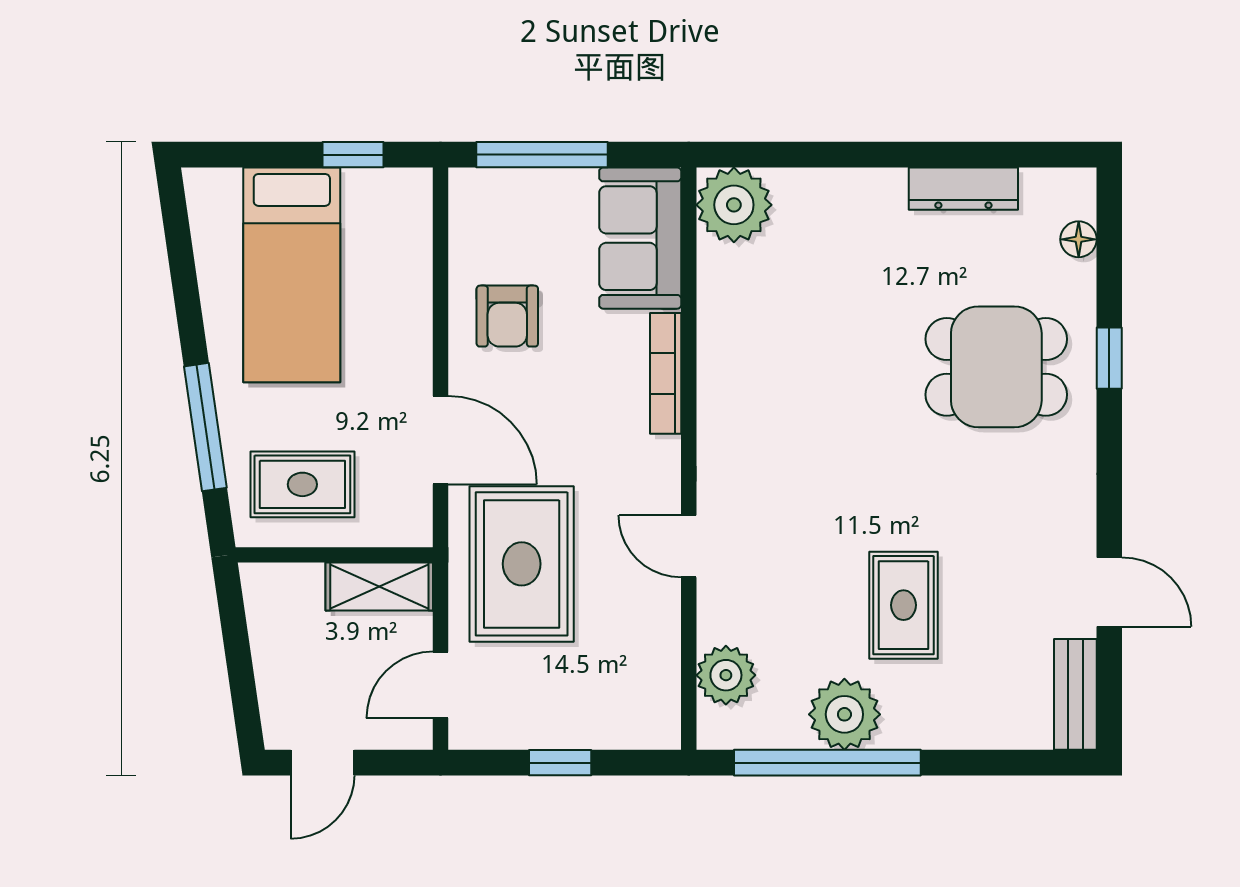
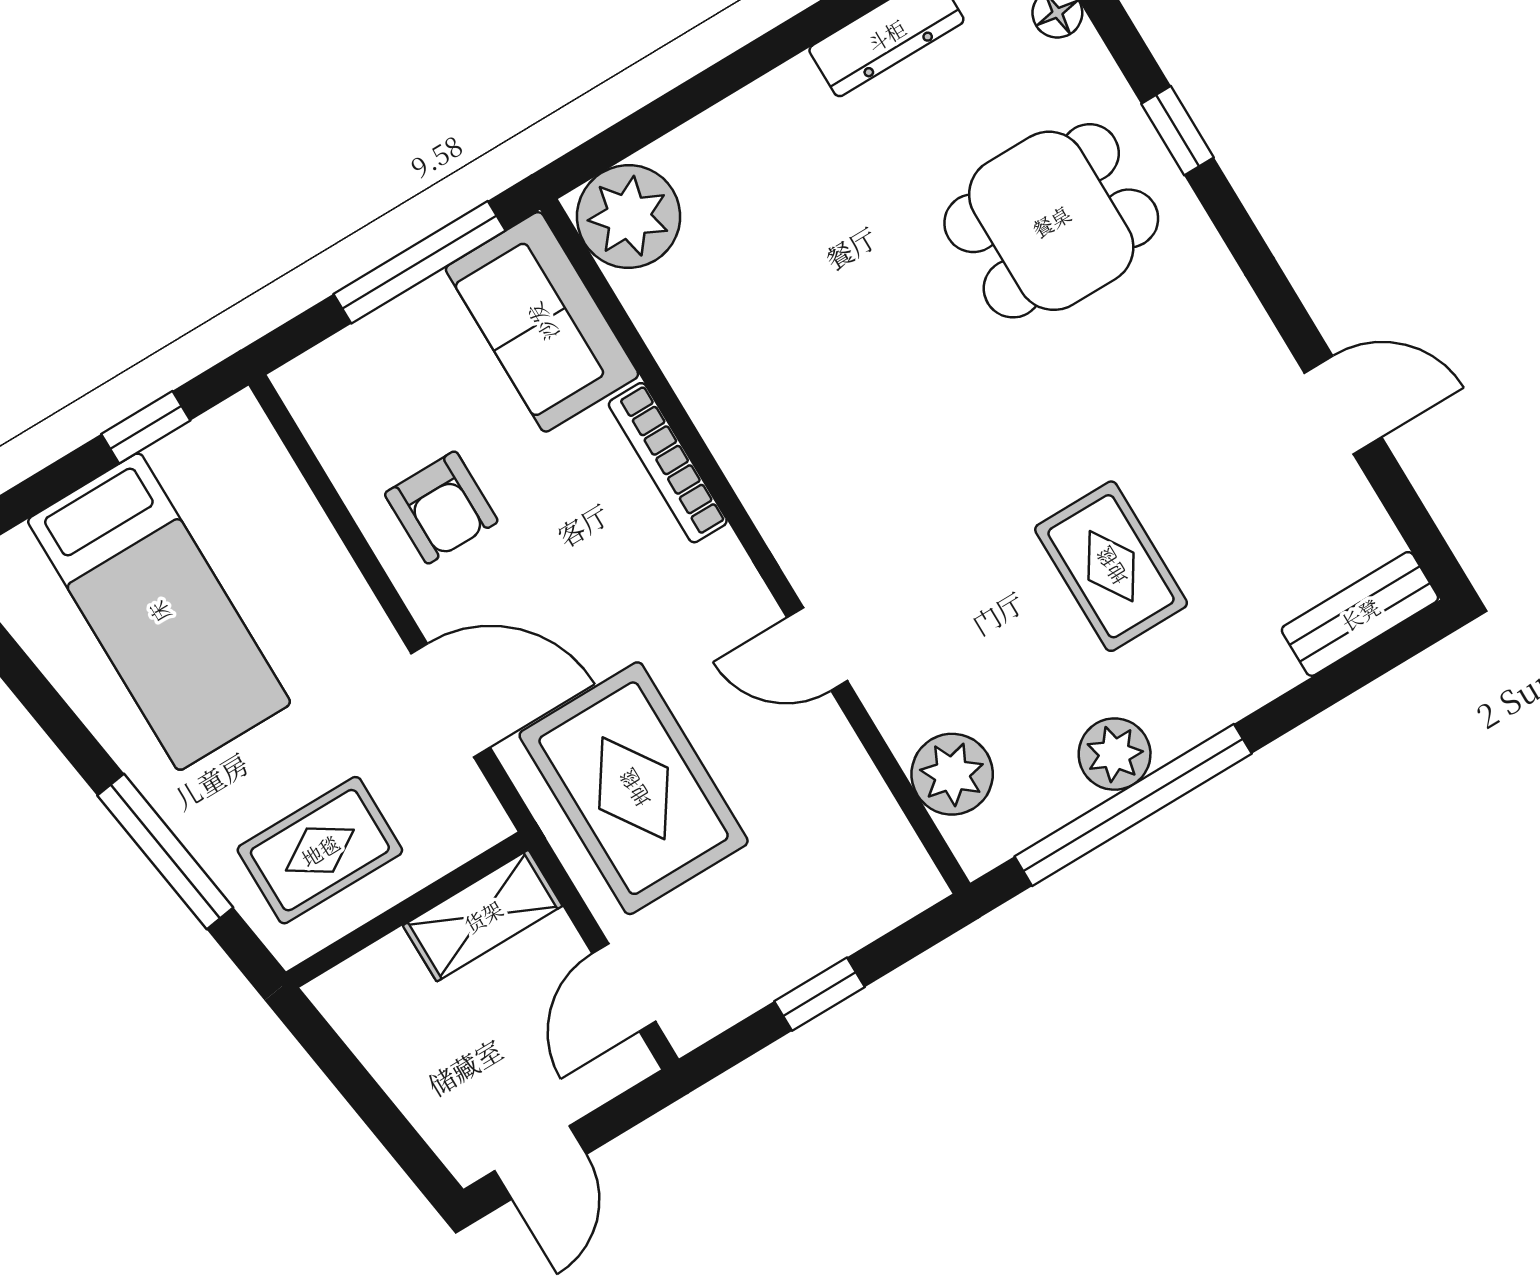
window: (542, 155) -> (419, 262), moved
bench: (1075, 694) -> (1360, 614), moved, turned 90
plant: (844, 714) -> (1115, 754), width x0.73, depth x0.73

